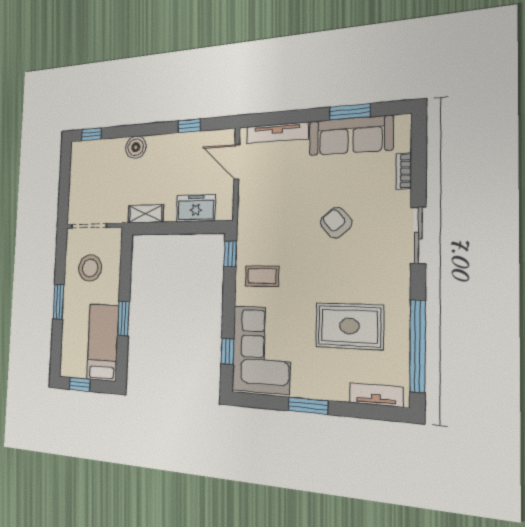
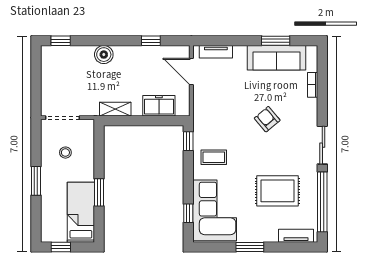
tv unit: (277, 133) -> (216, 52), width x0.71
sliding door: (418, 235) -> (322, 145), moved
stool: (90, 268) -> (65, 153), width x0.53, depth x0.53

